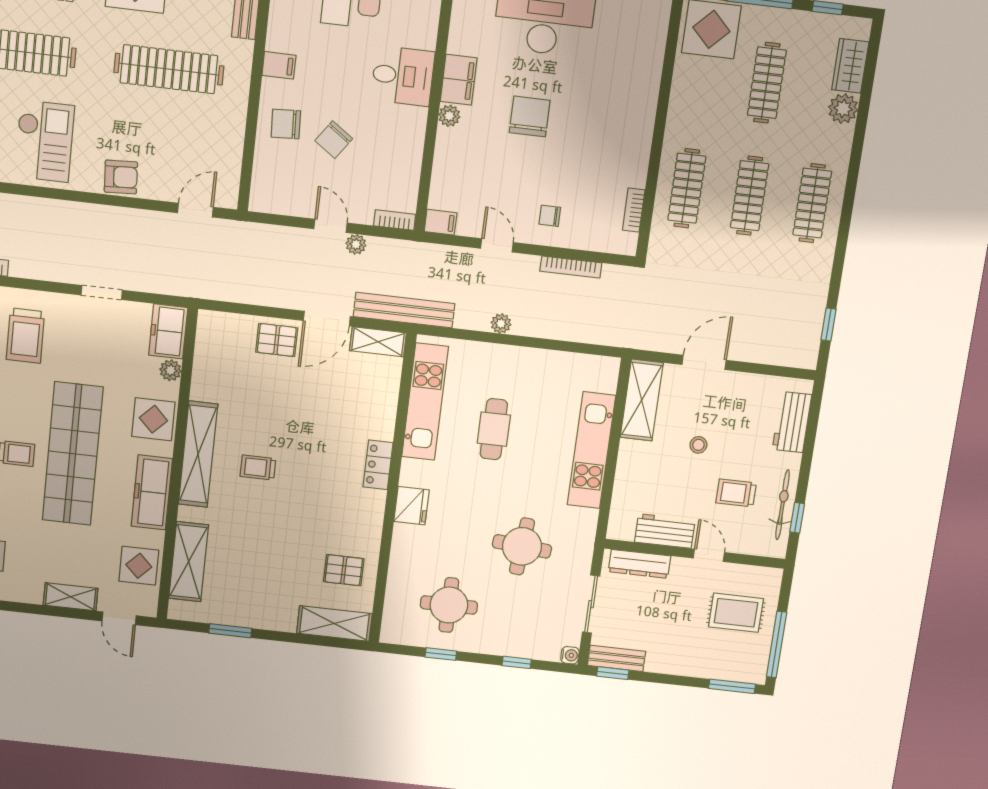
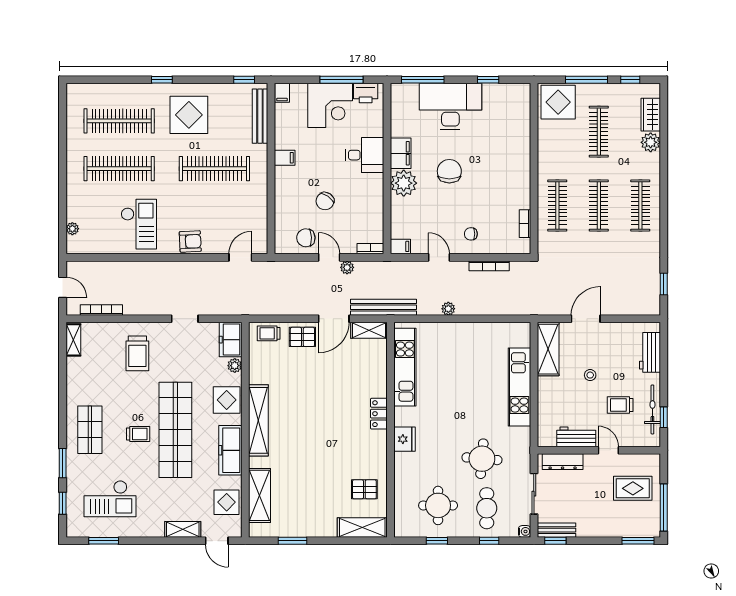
plant: (449, 116) -> (404, 183), width x1.88, depth x1.88
chair: (286, 124) -> (306, 238), moved
cafe table: (494, 429) -> (487, 508), moved
trolley: (258, 467) -> (269, 333), moved

